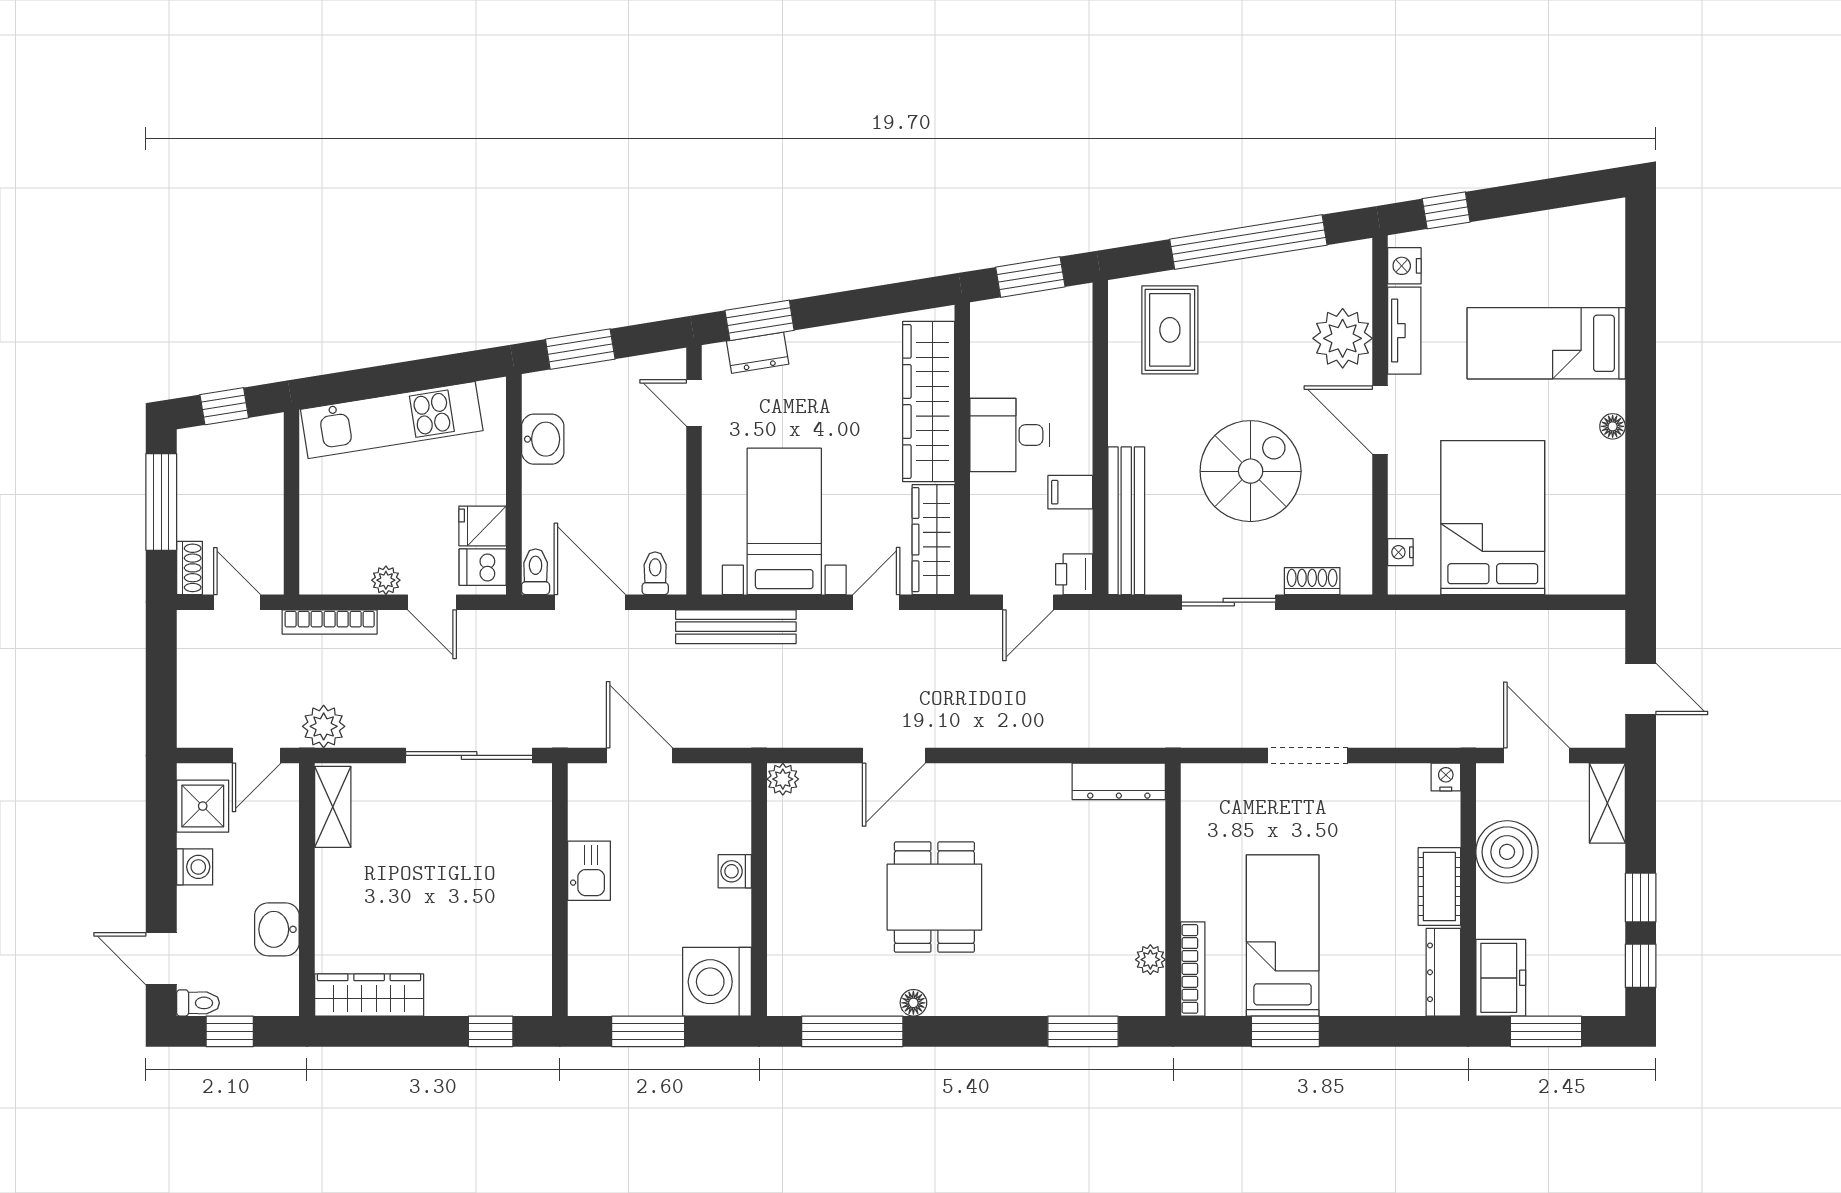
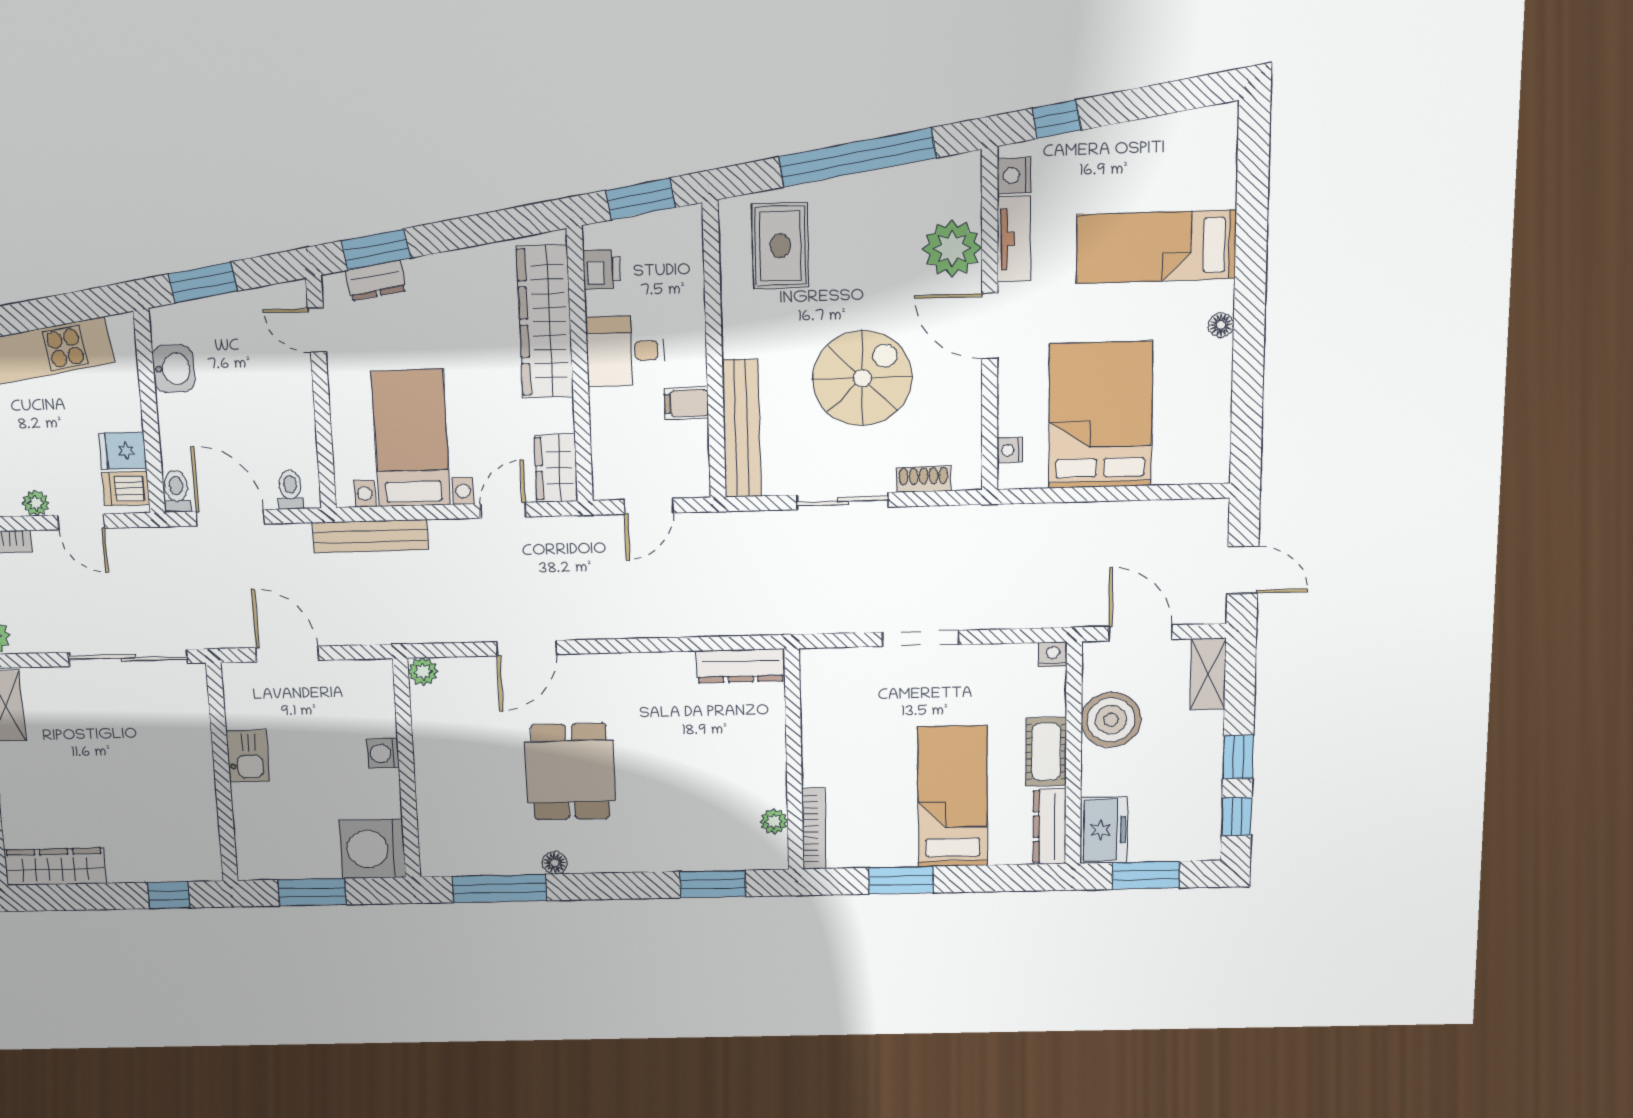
wardrobe: (933, 540) -> (556, 468), width x0.67
printer: (1074, 574) -> (602, 269), moved, turned 180
bed: (1283, 935) -> (953, 797), moved

